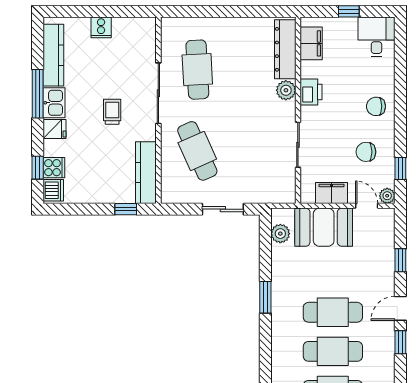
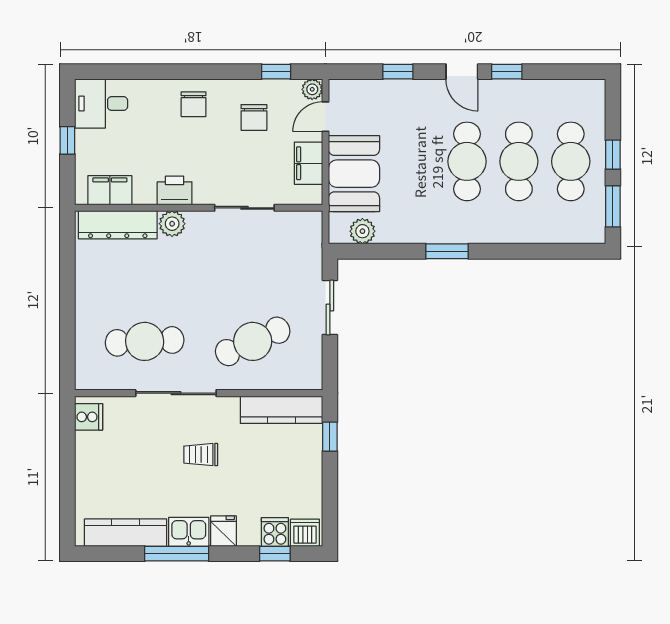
cooker: (101, 27) -> (89, 417), moved

